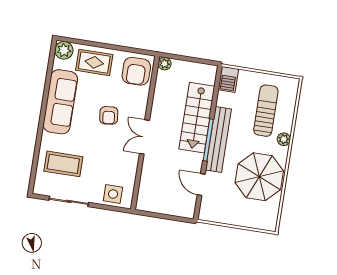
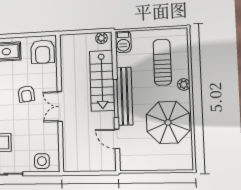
plant: (165, 64) -> (101, 38), moved

